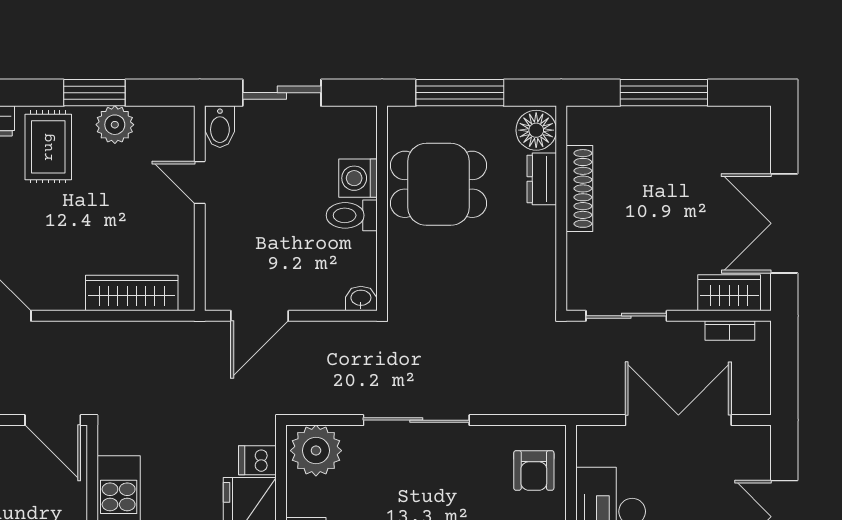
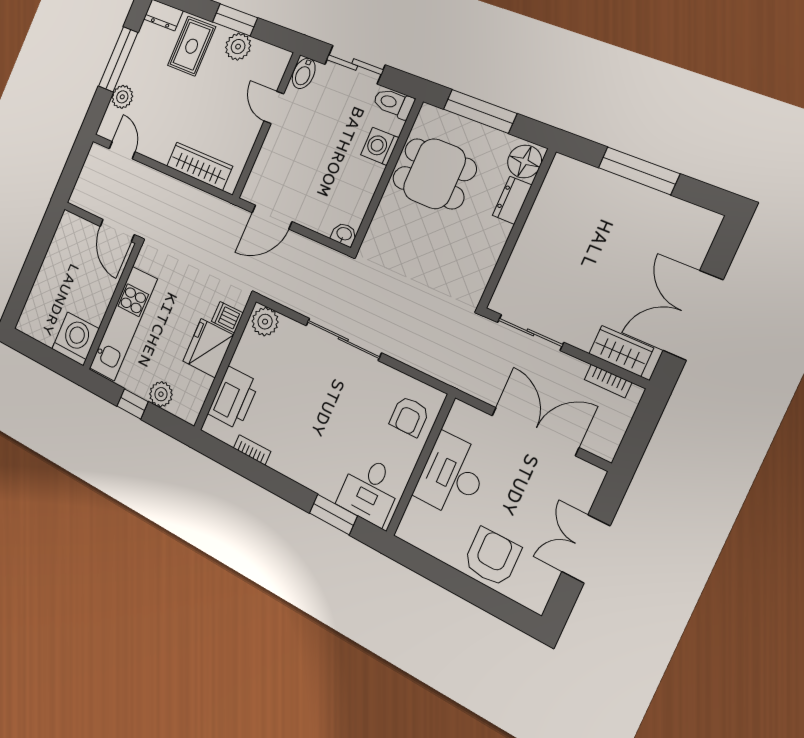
shoe rack: (579, 188) -> (538, 219), removed
toilet: (352, 215) -> (393, 103), moved
plant: (316, 451) -> (265, 322), width x0.73, depth x0.73

